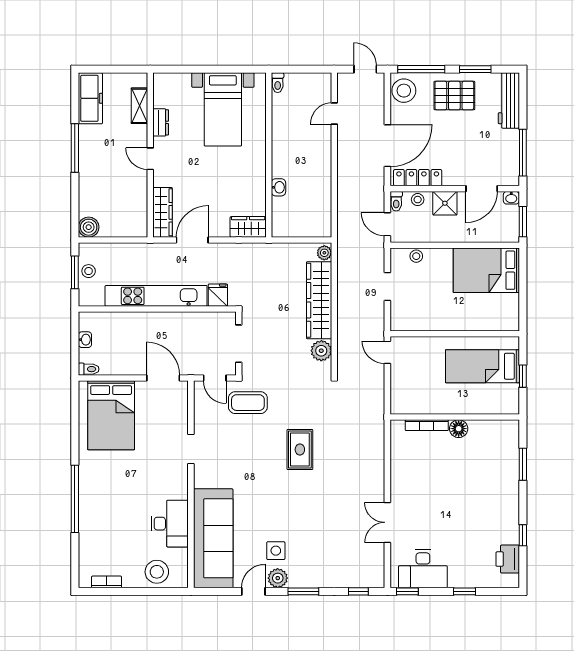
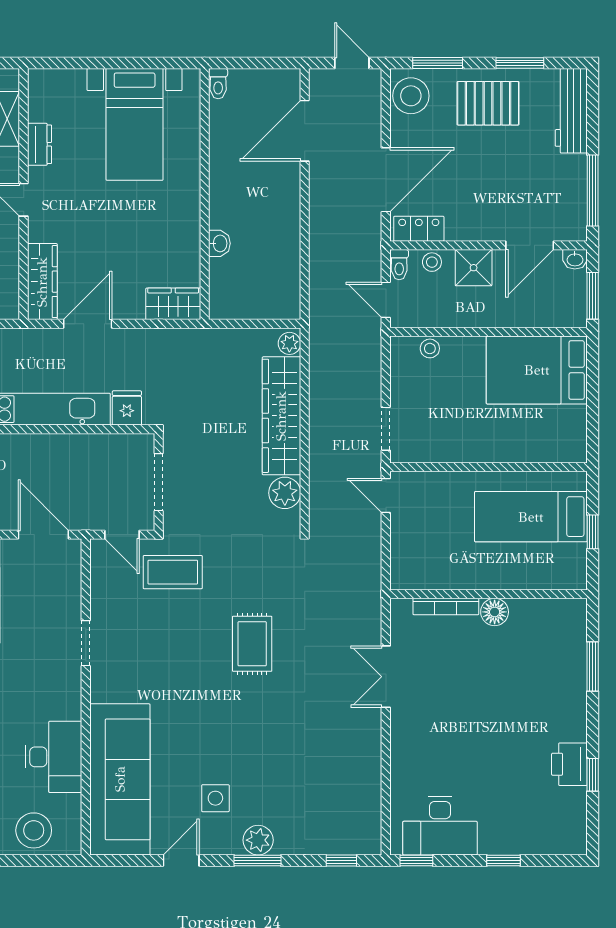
window: (421, 69) -> (438, 63), width x0.69
door: (334, 114) -> (305, 131), width x1.88
locker: (418, 178) -> (419, 229), width x0.66
doorway: (387, 287) -> (386, 429), moved
double door: (387, 522) -> (386, 677), moved
printer: (508, 559) -> (569, 764), moved
plant: (278, 578) -> (258, 840), moved

